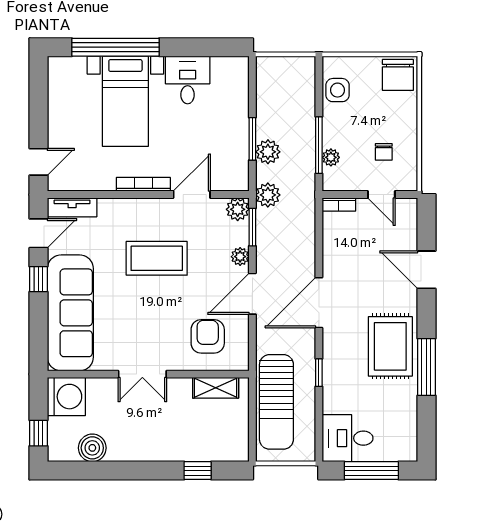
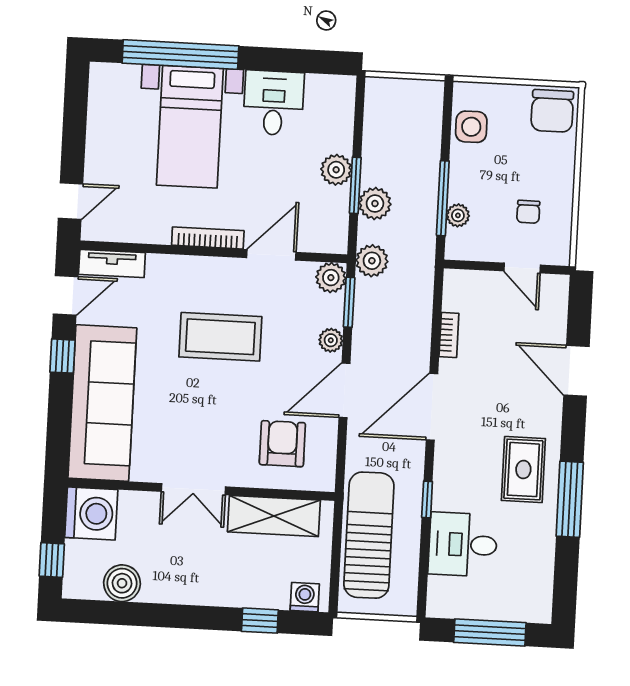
plant: (237, 128) -> (336, 170), added
bookcase: (339, 205) -> (449, 335), moved, turned -90
rug: (390, 346) -> (523, 470), width x0.73, depth x0.70
shelving: (216, 388) -> (274, 516), width x1.50, depth x1.33
sun lounger: (276, 402) -> (369, 535), turned 180
desk: (348, 438) -> (463, 545), moved
washing machine: (231, 451) -> (305, 597), added

